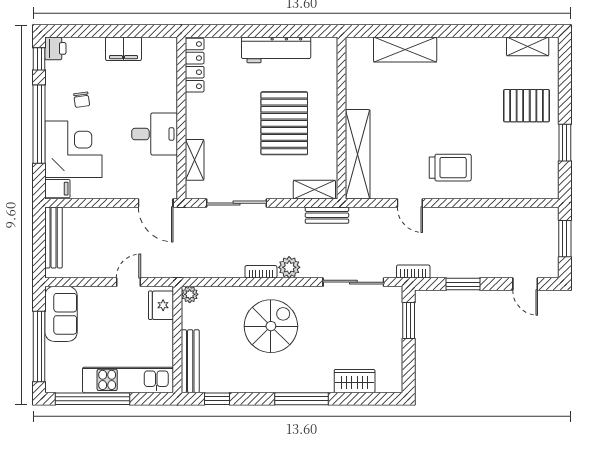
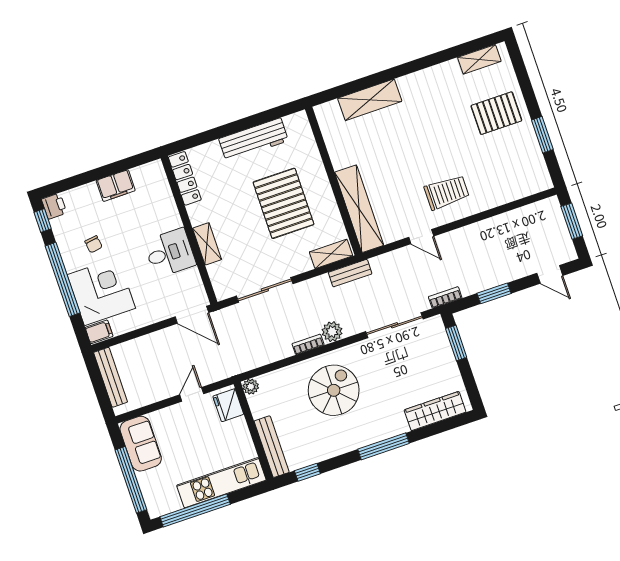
shelving: (195, 160) -> (207, 244), moved
wardrobe: (355, 381) -> (435, 411), width x1.50

